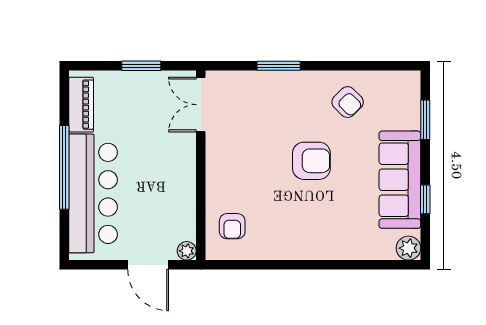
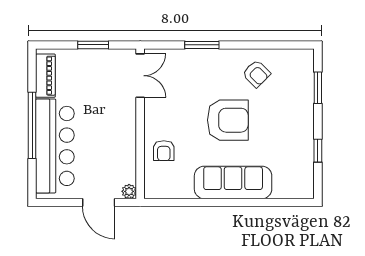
double door: (201, 105) -> (140, 76), swing flipped
armchair: (311, 161) -> (228, 120), width x1.36, depth x1.36
sofa: (400, 180) -> (233, 182), moved, turned 90
armchair: (232, 226) -> (164, 151), moved
plant: (408, 248) -> (305, 189), removed

